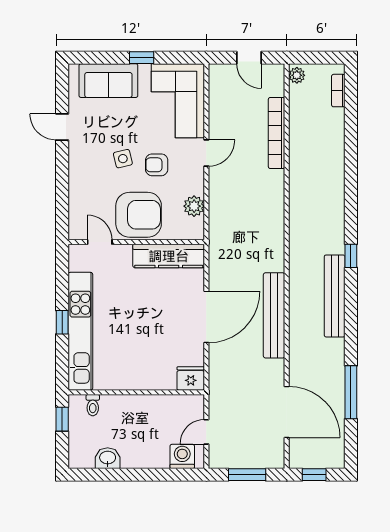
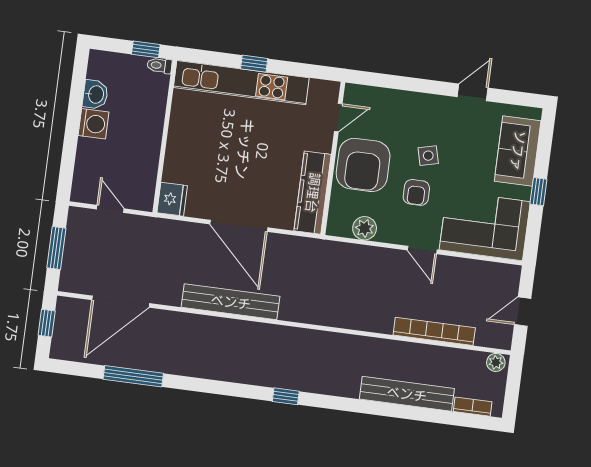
armchair: (157, 165) -> (416, 192), turned 180
bench: (335, 296) -> (407, 394), moved
toilet: (93, 405) -> (160, 65), moved
washing machine: (182, 456) -> (93, 124), moved

